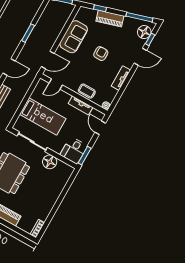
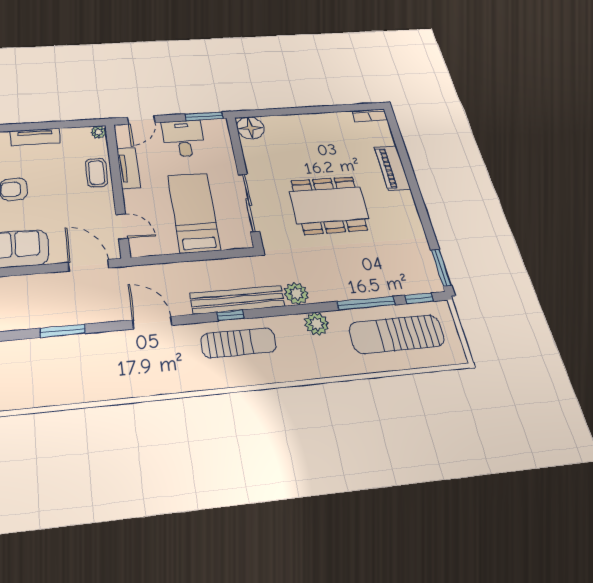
desk: (74, 150) -> (184, 138), moved, turned -90
floor lamp: (50, 162) -> (250, 128), moved

